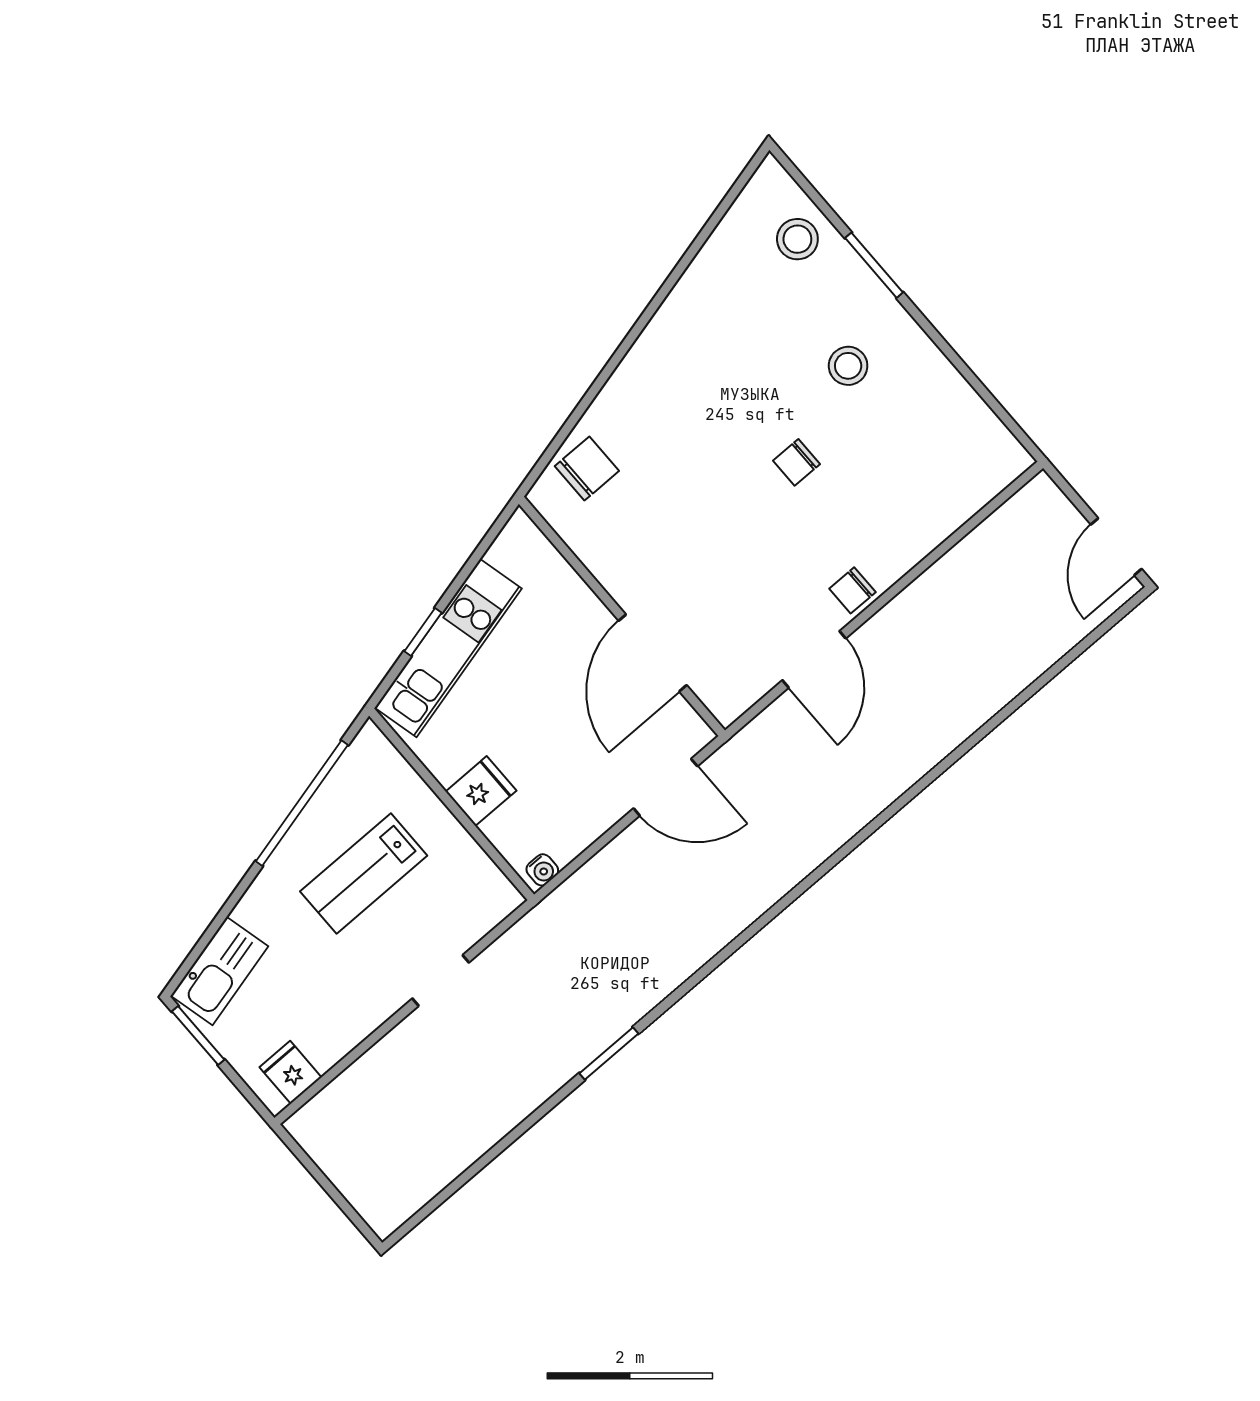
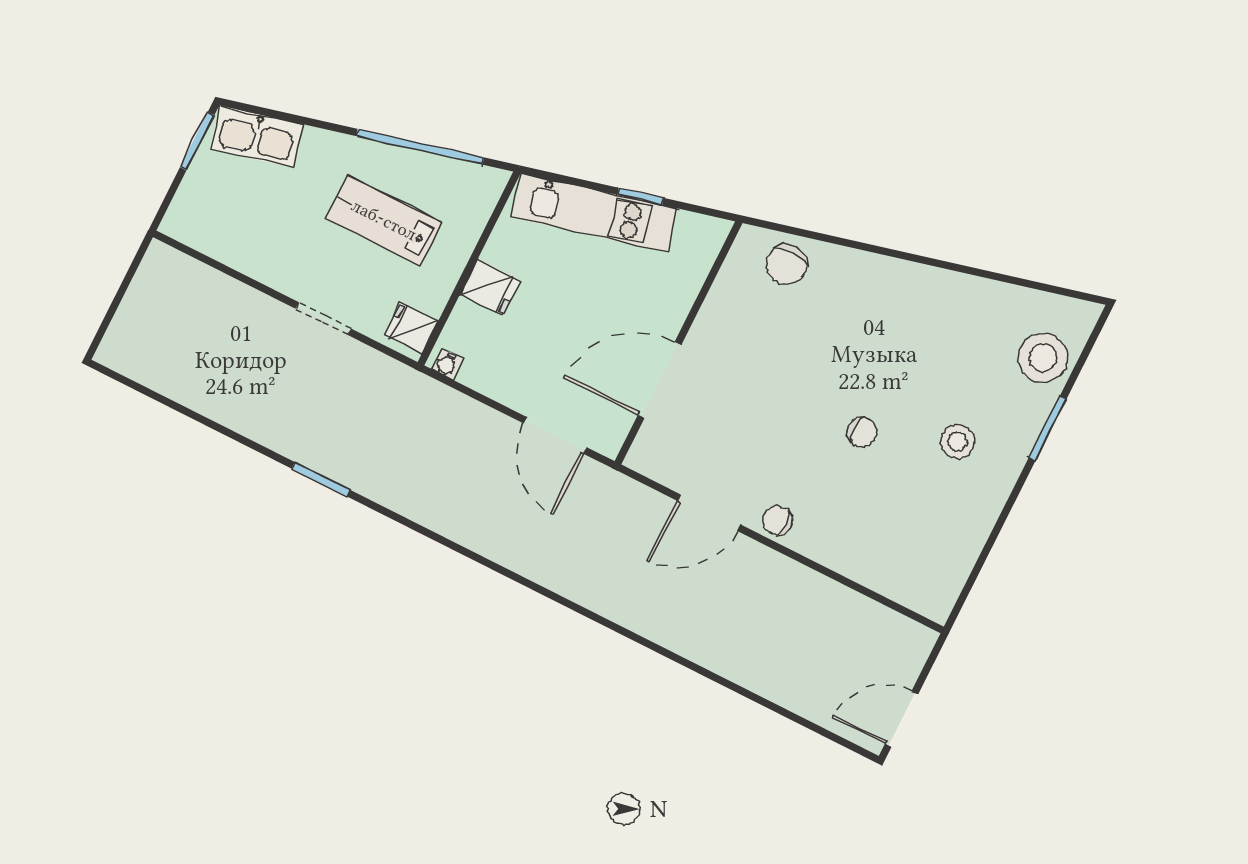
stool: (797, 239) -> (1043, 358), width x1.38, depth x1.38
chair: (797, 462) -> (862, 432), turned 180
chair: (587, 469) -> (787, 265), turned 93
window: (423, 632) -> (640, 196), moved
fridge: (291, 1072) -> (411, 328), moved, turned -90

